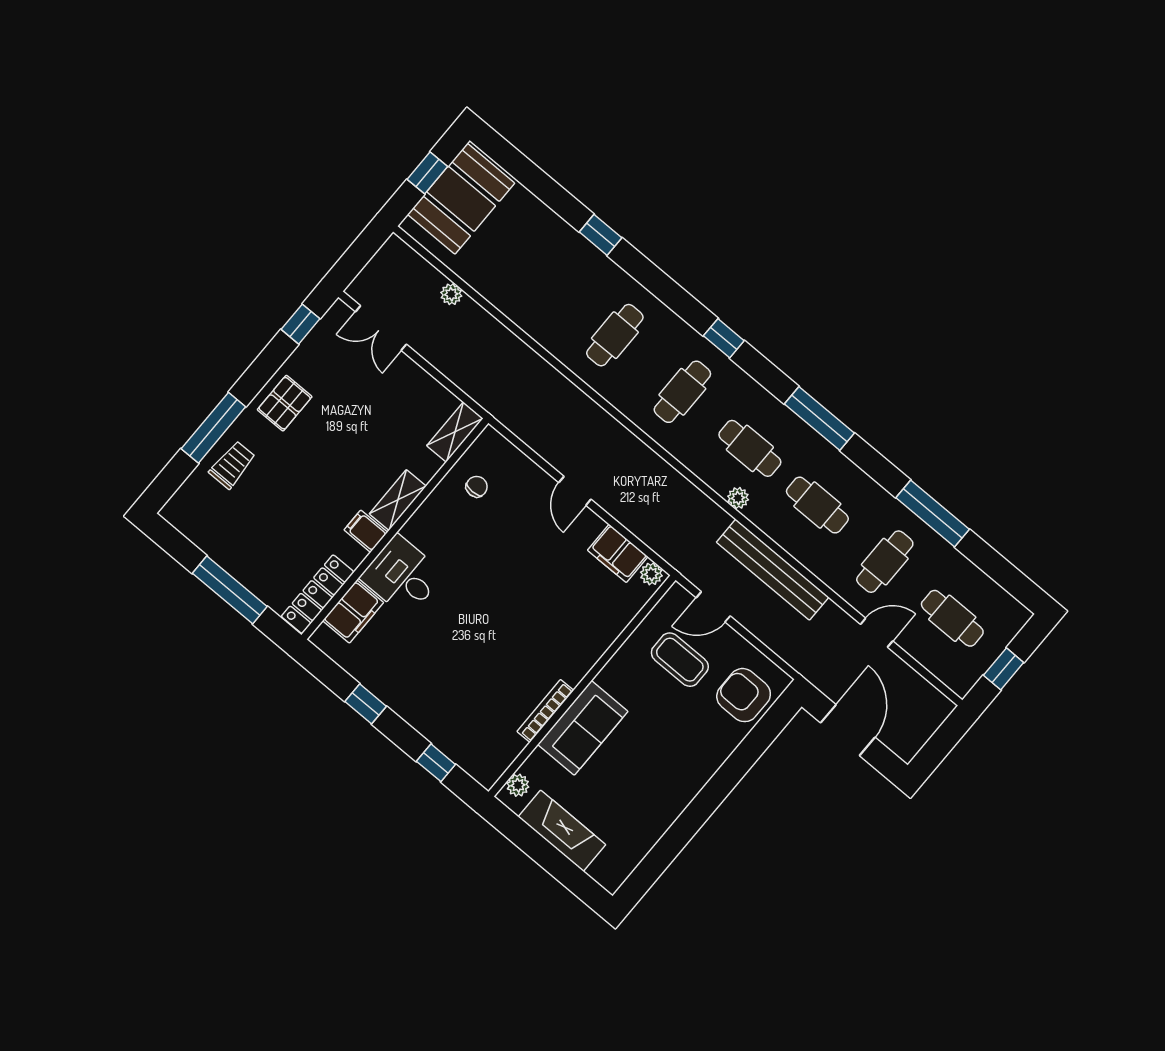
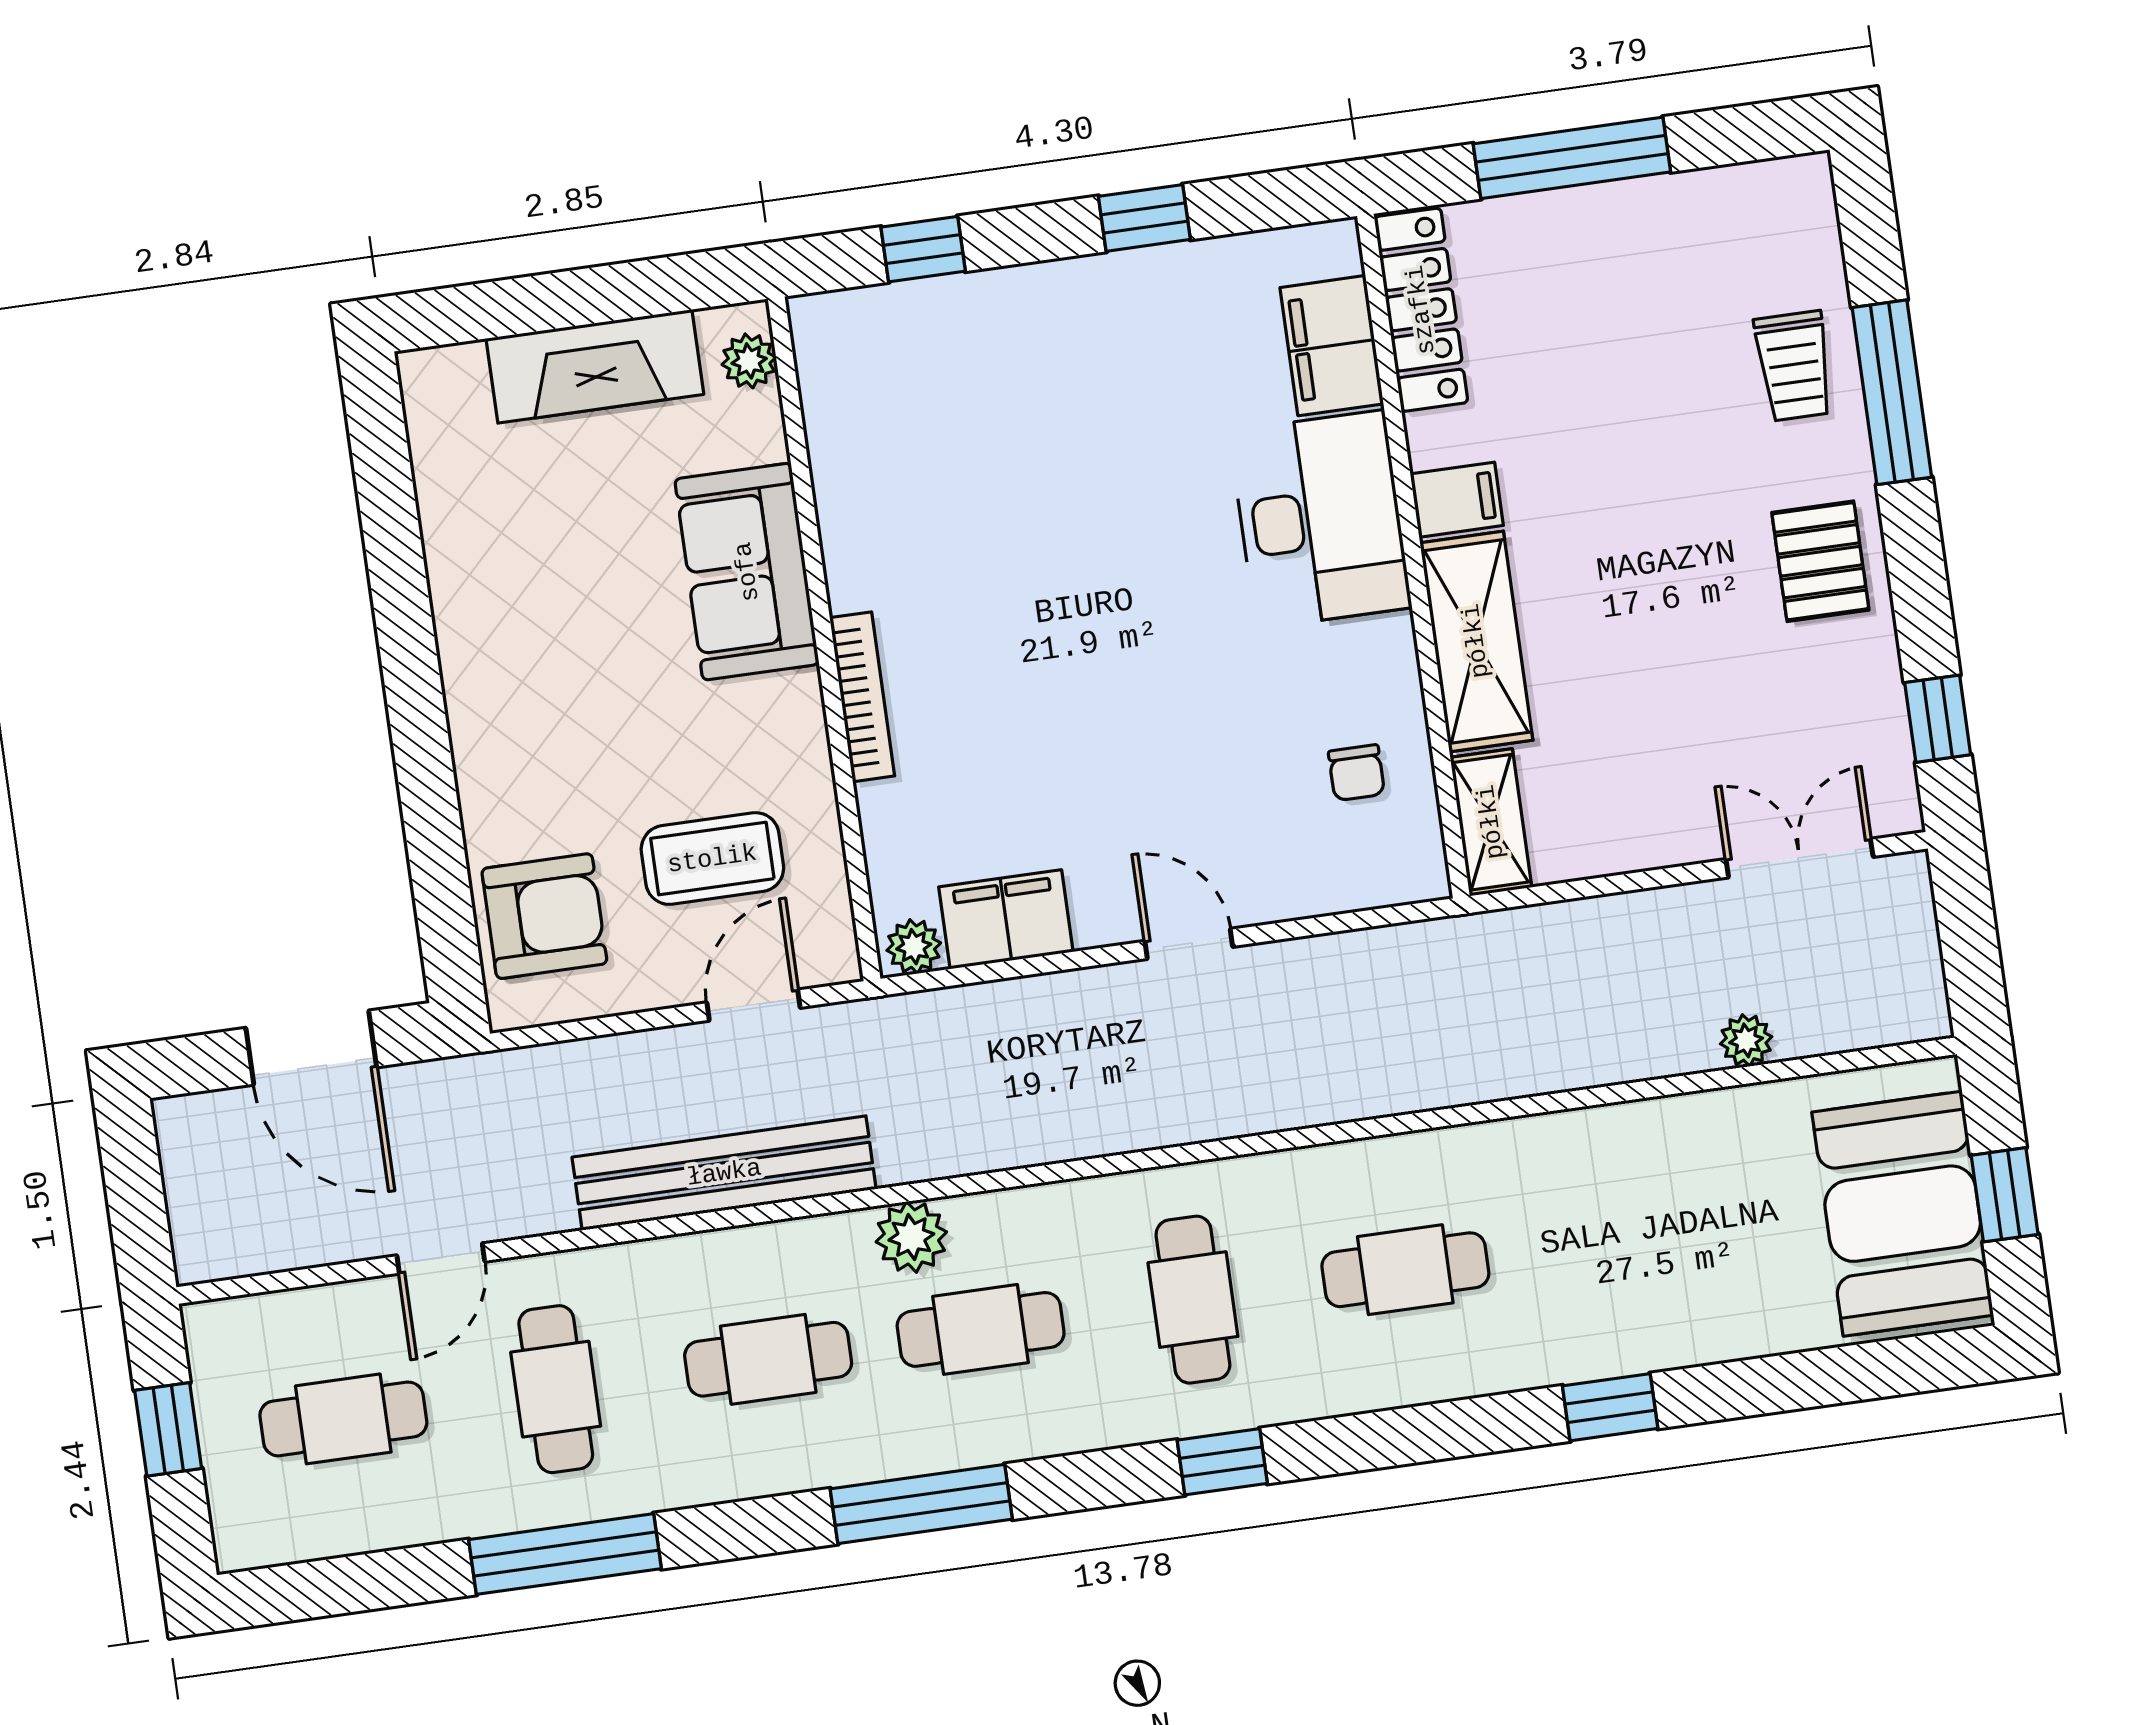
cafe table: (615, 335) -> (1405, 1270), turned 90
plant: (738, 498) -> (911, 1237), width x1.38, depth x1.38
shelving: (398, 500) -> (1476, 641), width x1.50, depth x1.33
desk: (402, 576) -> (1320, 519), width x1.37
bookcase: (545, 711) -> (862, 697), moved

